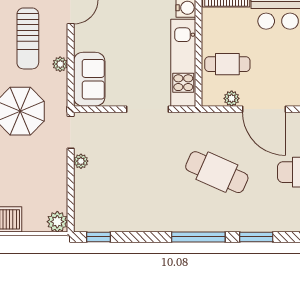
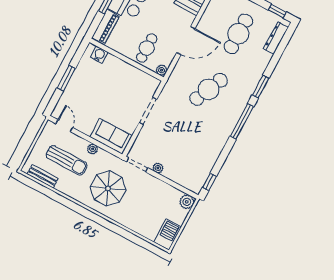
kitchen unit: (183, 63) -> (132, 74), removed
plant: (232, 98) -> (162, 70), moved

